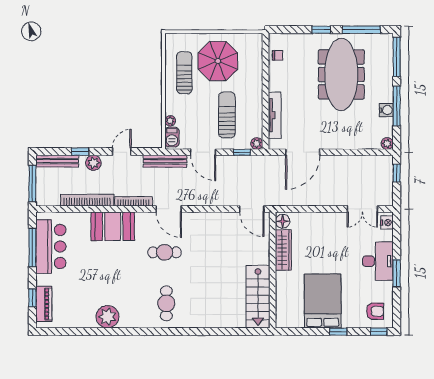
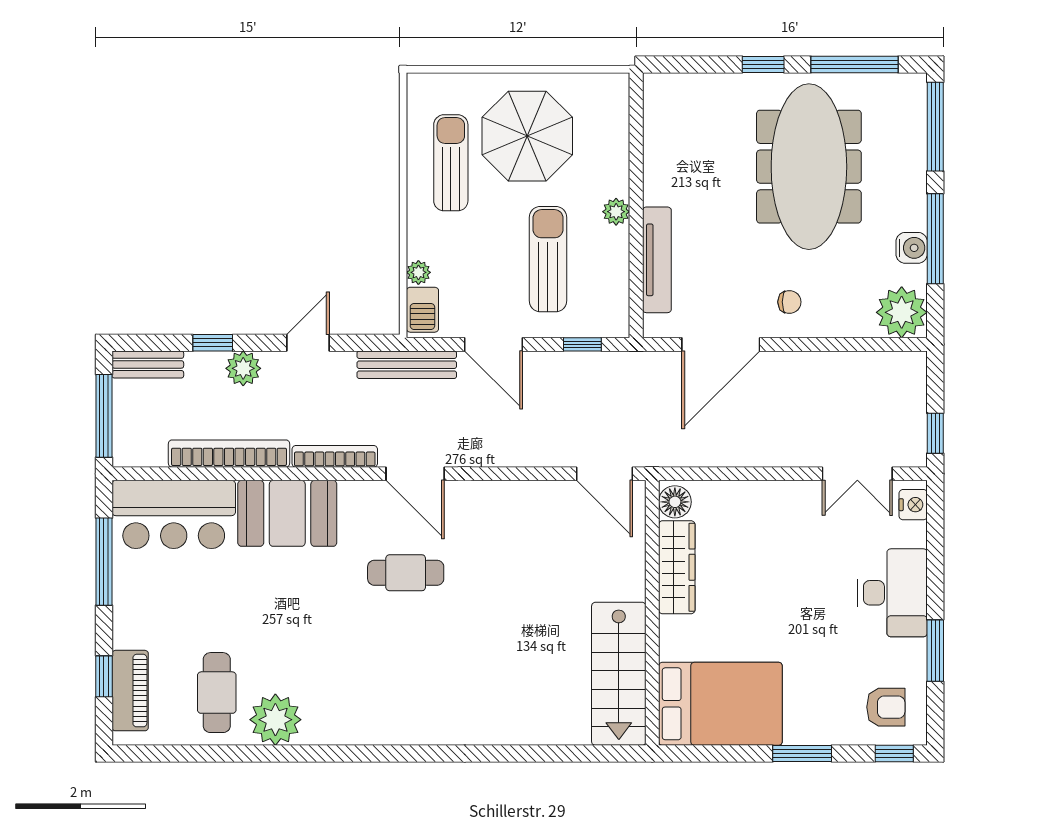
chair: (278, 55) -> (789, 302), moved
plant: (387, 143) -> (902, 312), width x1.88, depth x1.88
plant: (257, 144) -> (616, 212), moved
bench: (57, 161) -> (148, 364), width x0.73
window: (397, 173) -> (935, 433), moved
bar counter: (51, 246) -> (174, 514), moved, turned 90
window: (397, 273) -> (935, 651), moved
bed: (323, 301) -> (720, 704), moved, turned 90
cafe table: (166, 303) -> (217, 693), moved
window: (338, 332) -> (802, 754), width x1.50

